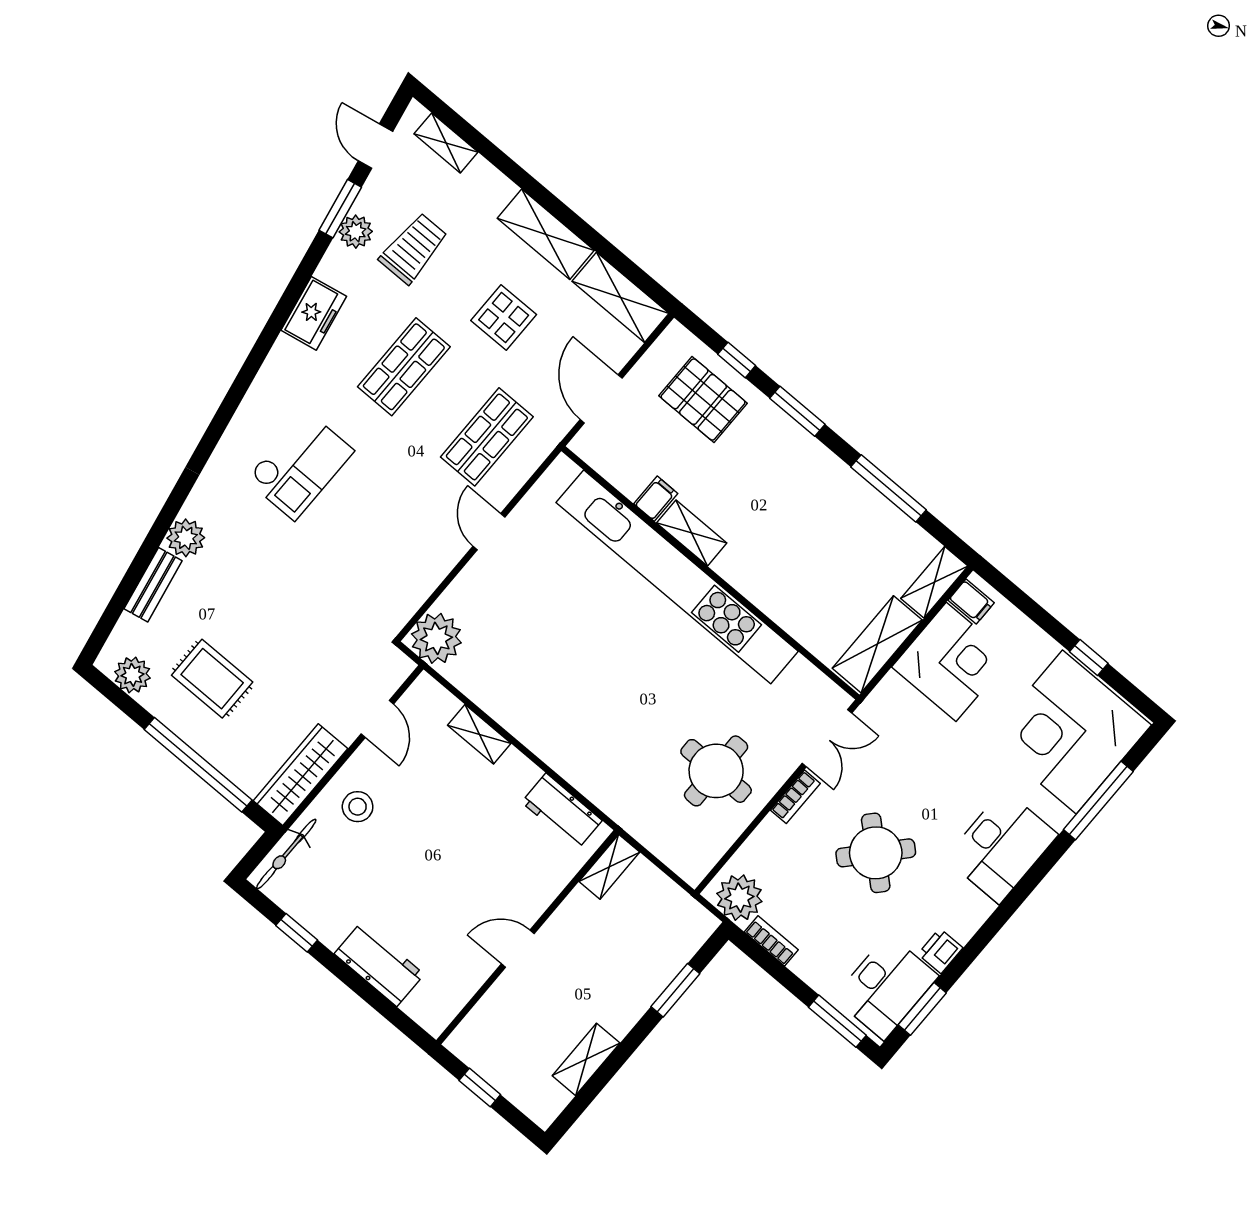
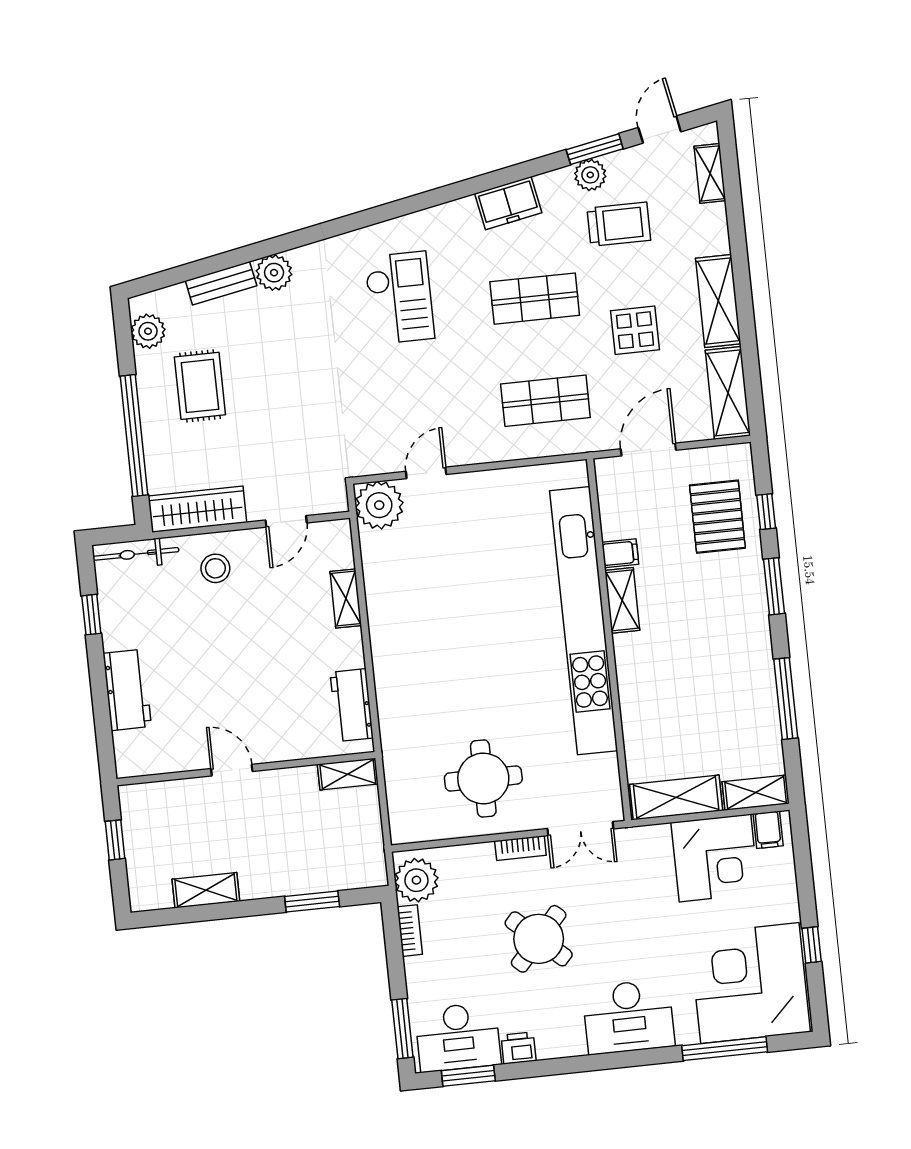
checkout: (300, 465) -> (399, 298), turned -90
door: (489, 532) -> (426, 473), moved

